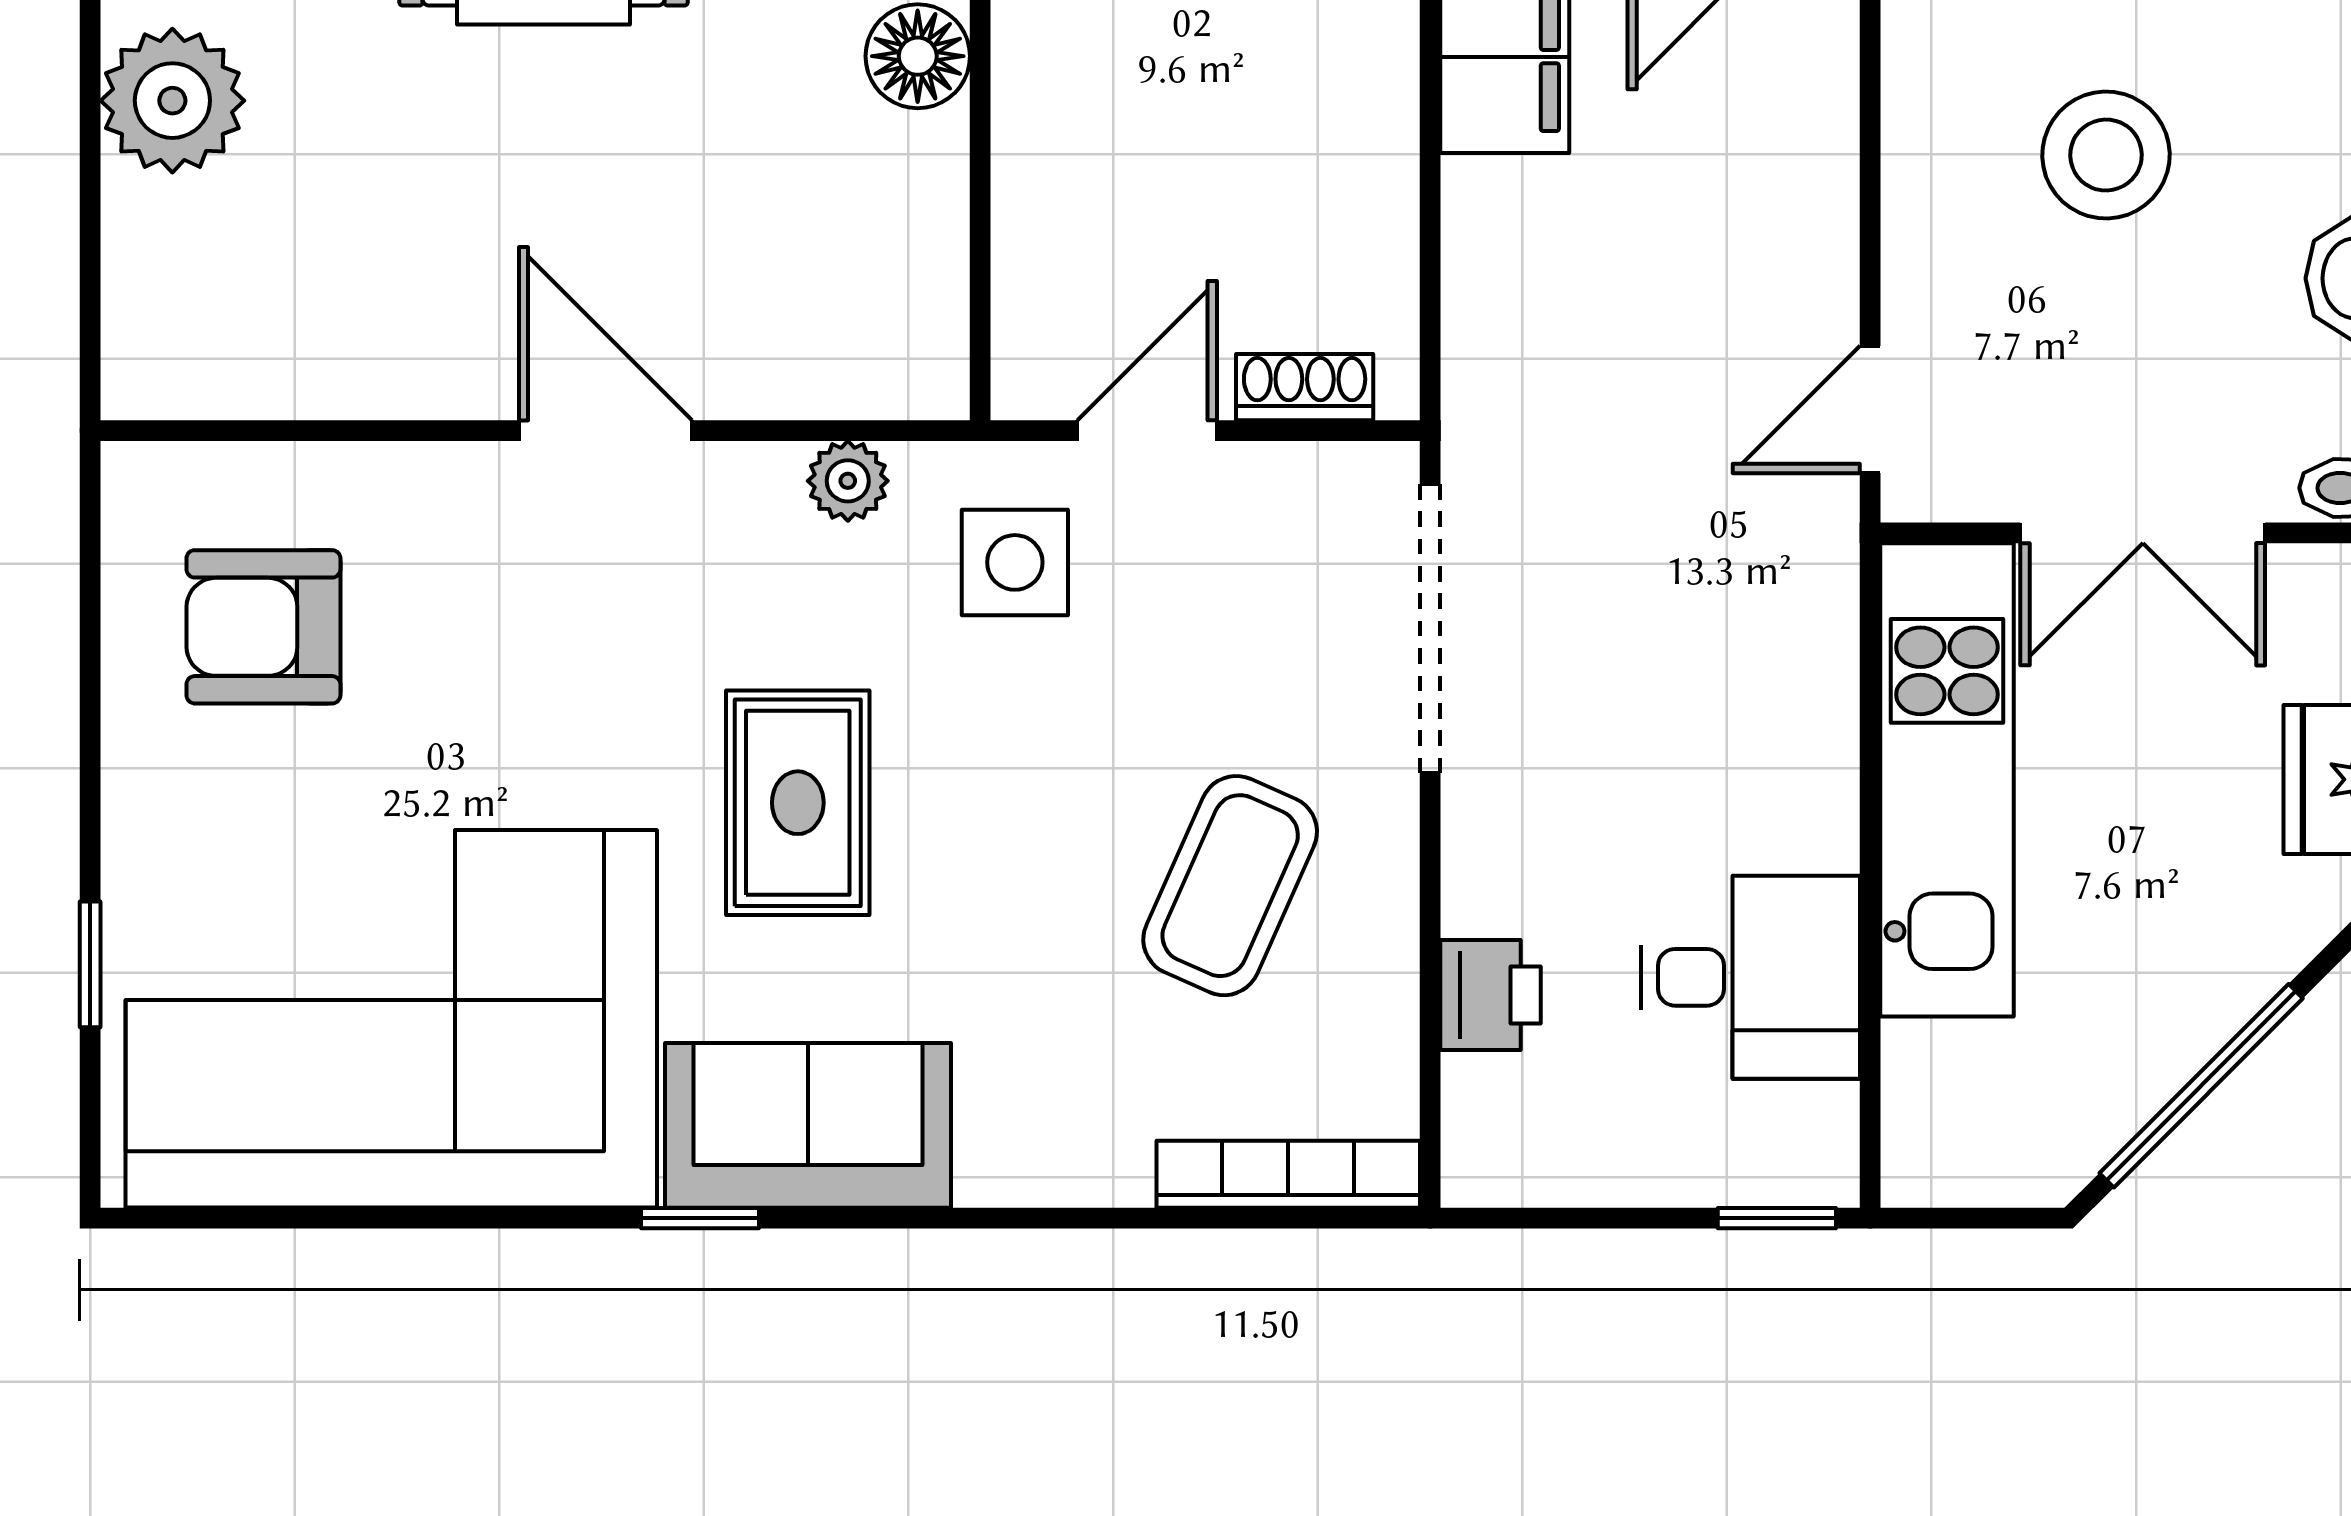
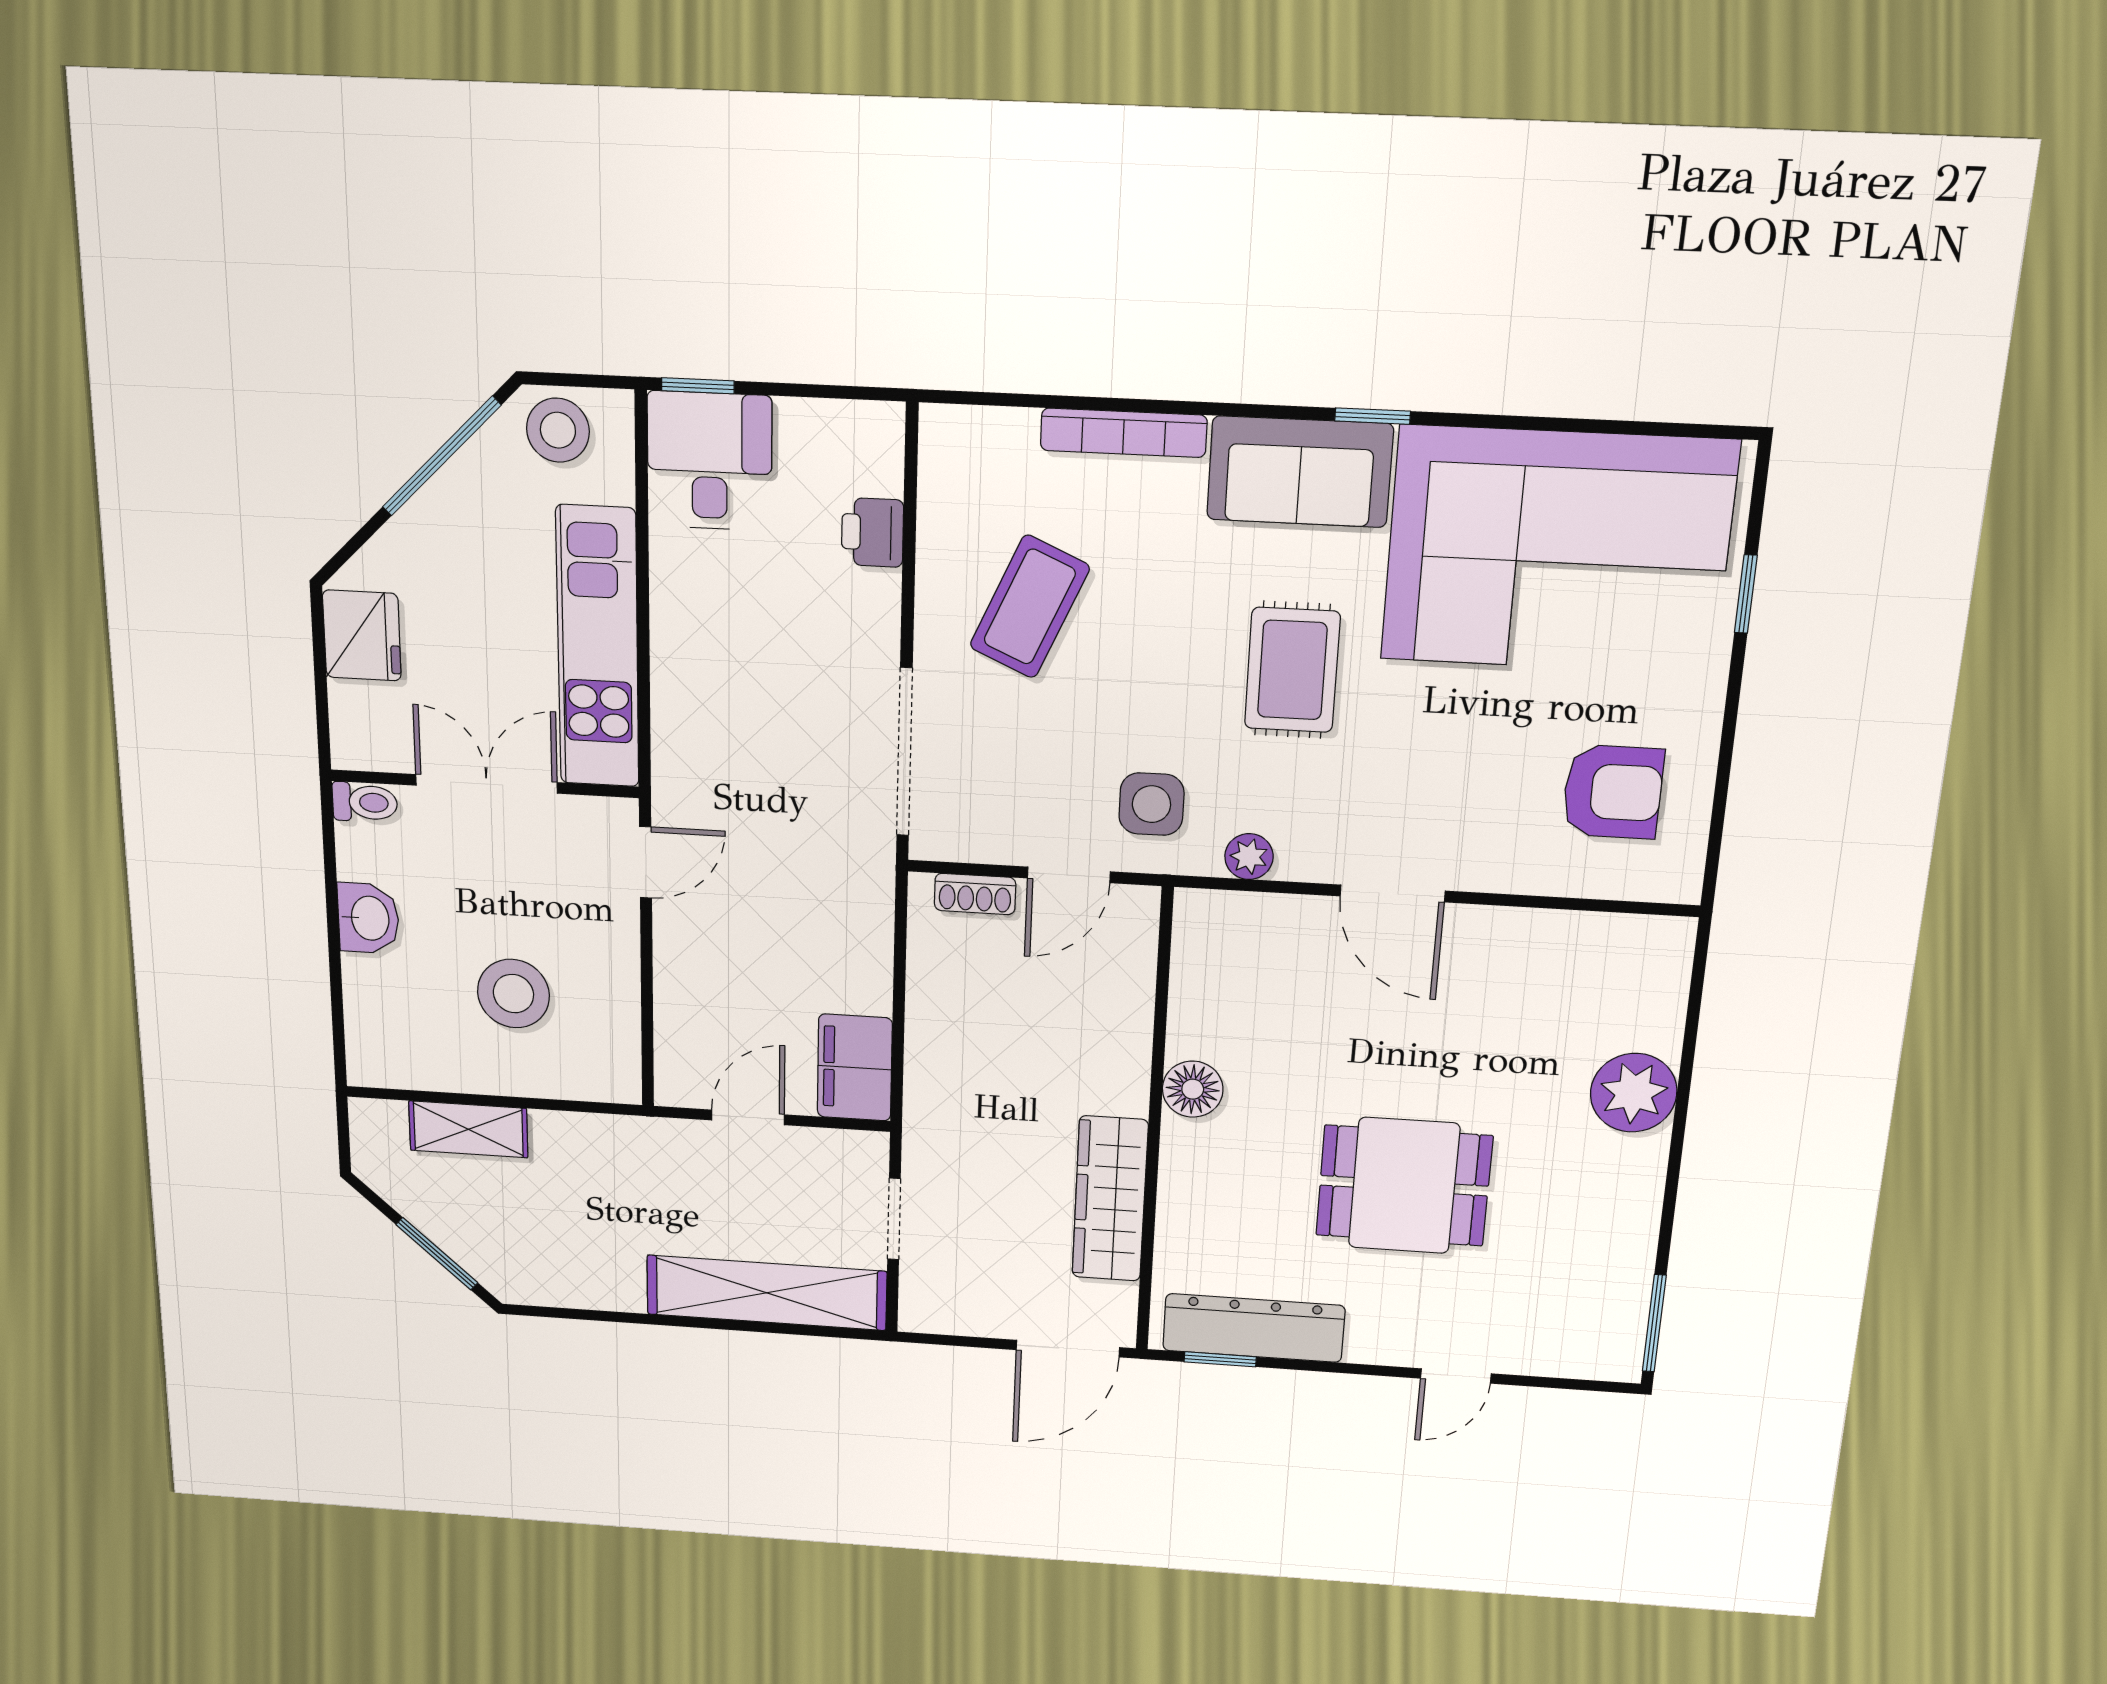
desk: (1750, 977) -> (710, 461), moved, turned 90
stool: (2007, 1137) -> (558, 430), added
bookcase: (1288, 1174) -> (1124, 433), moved

